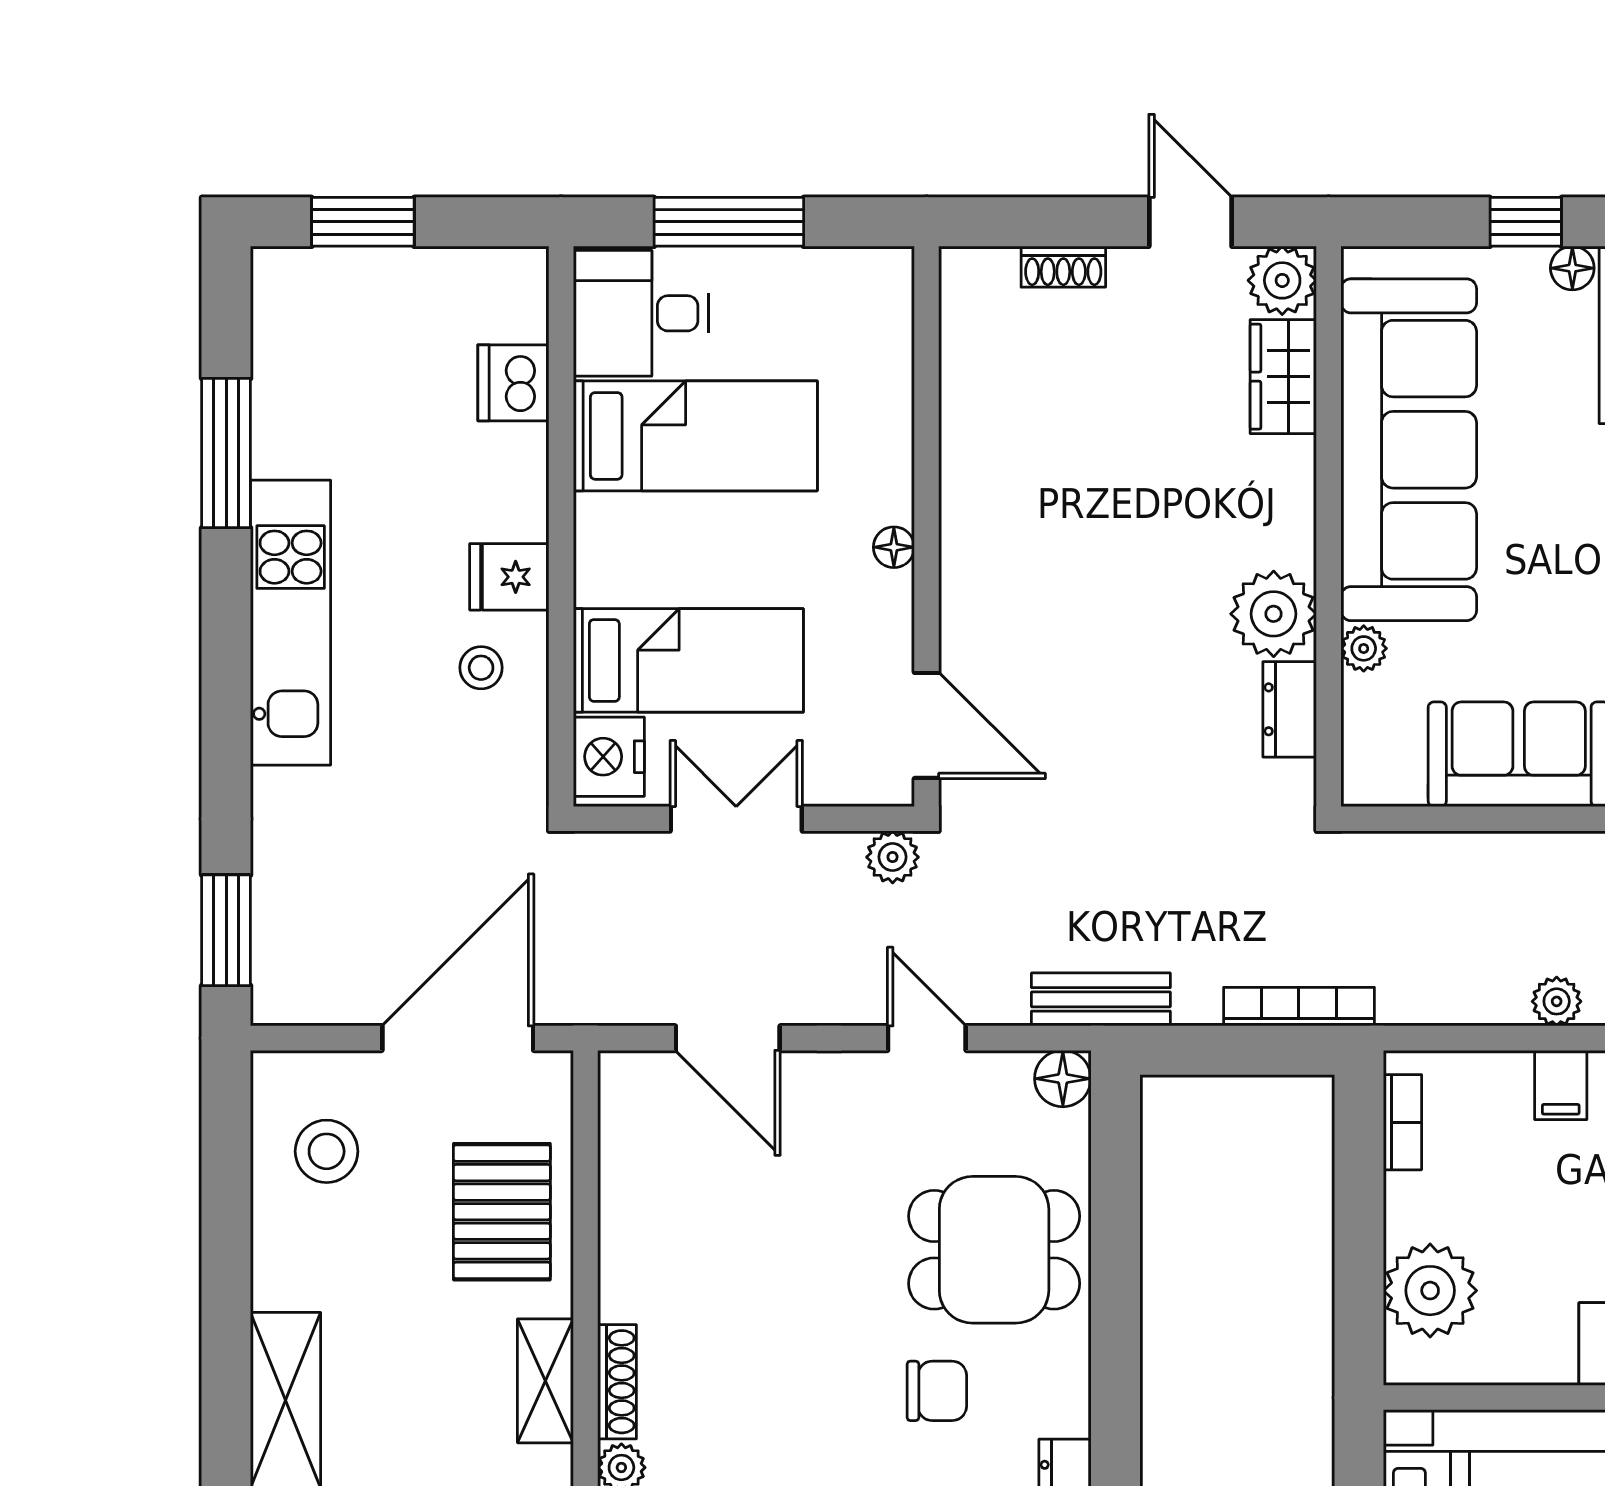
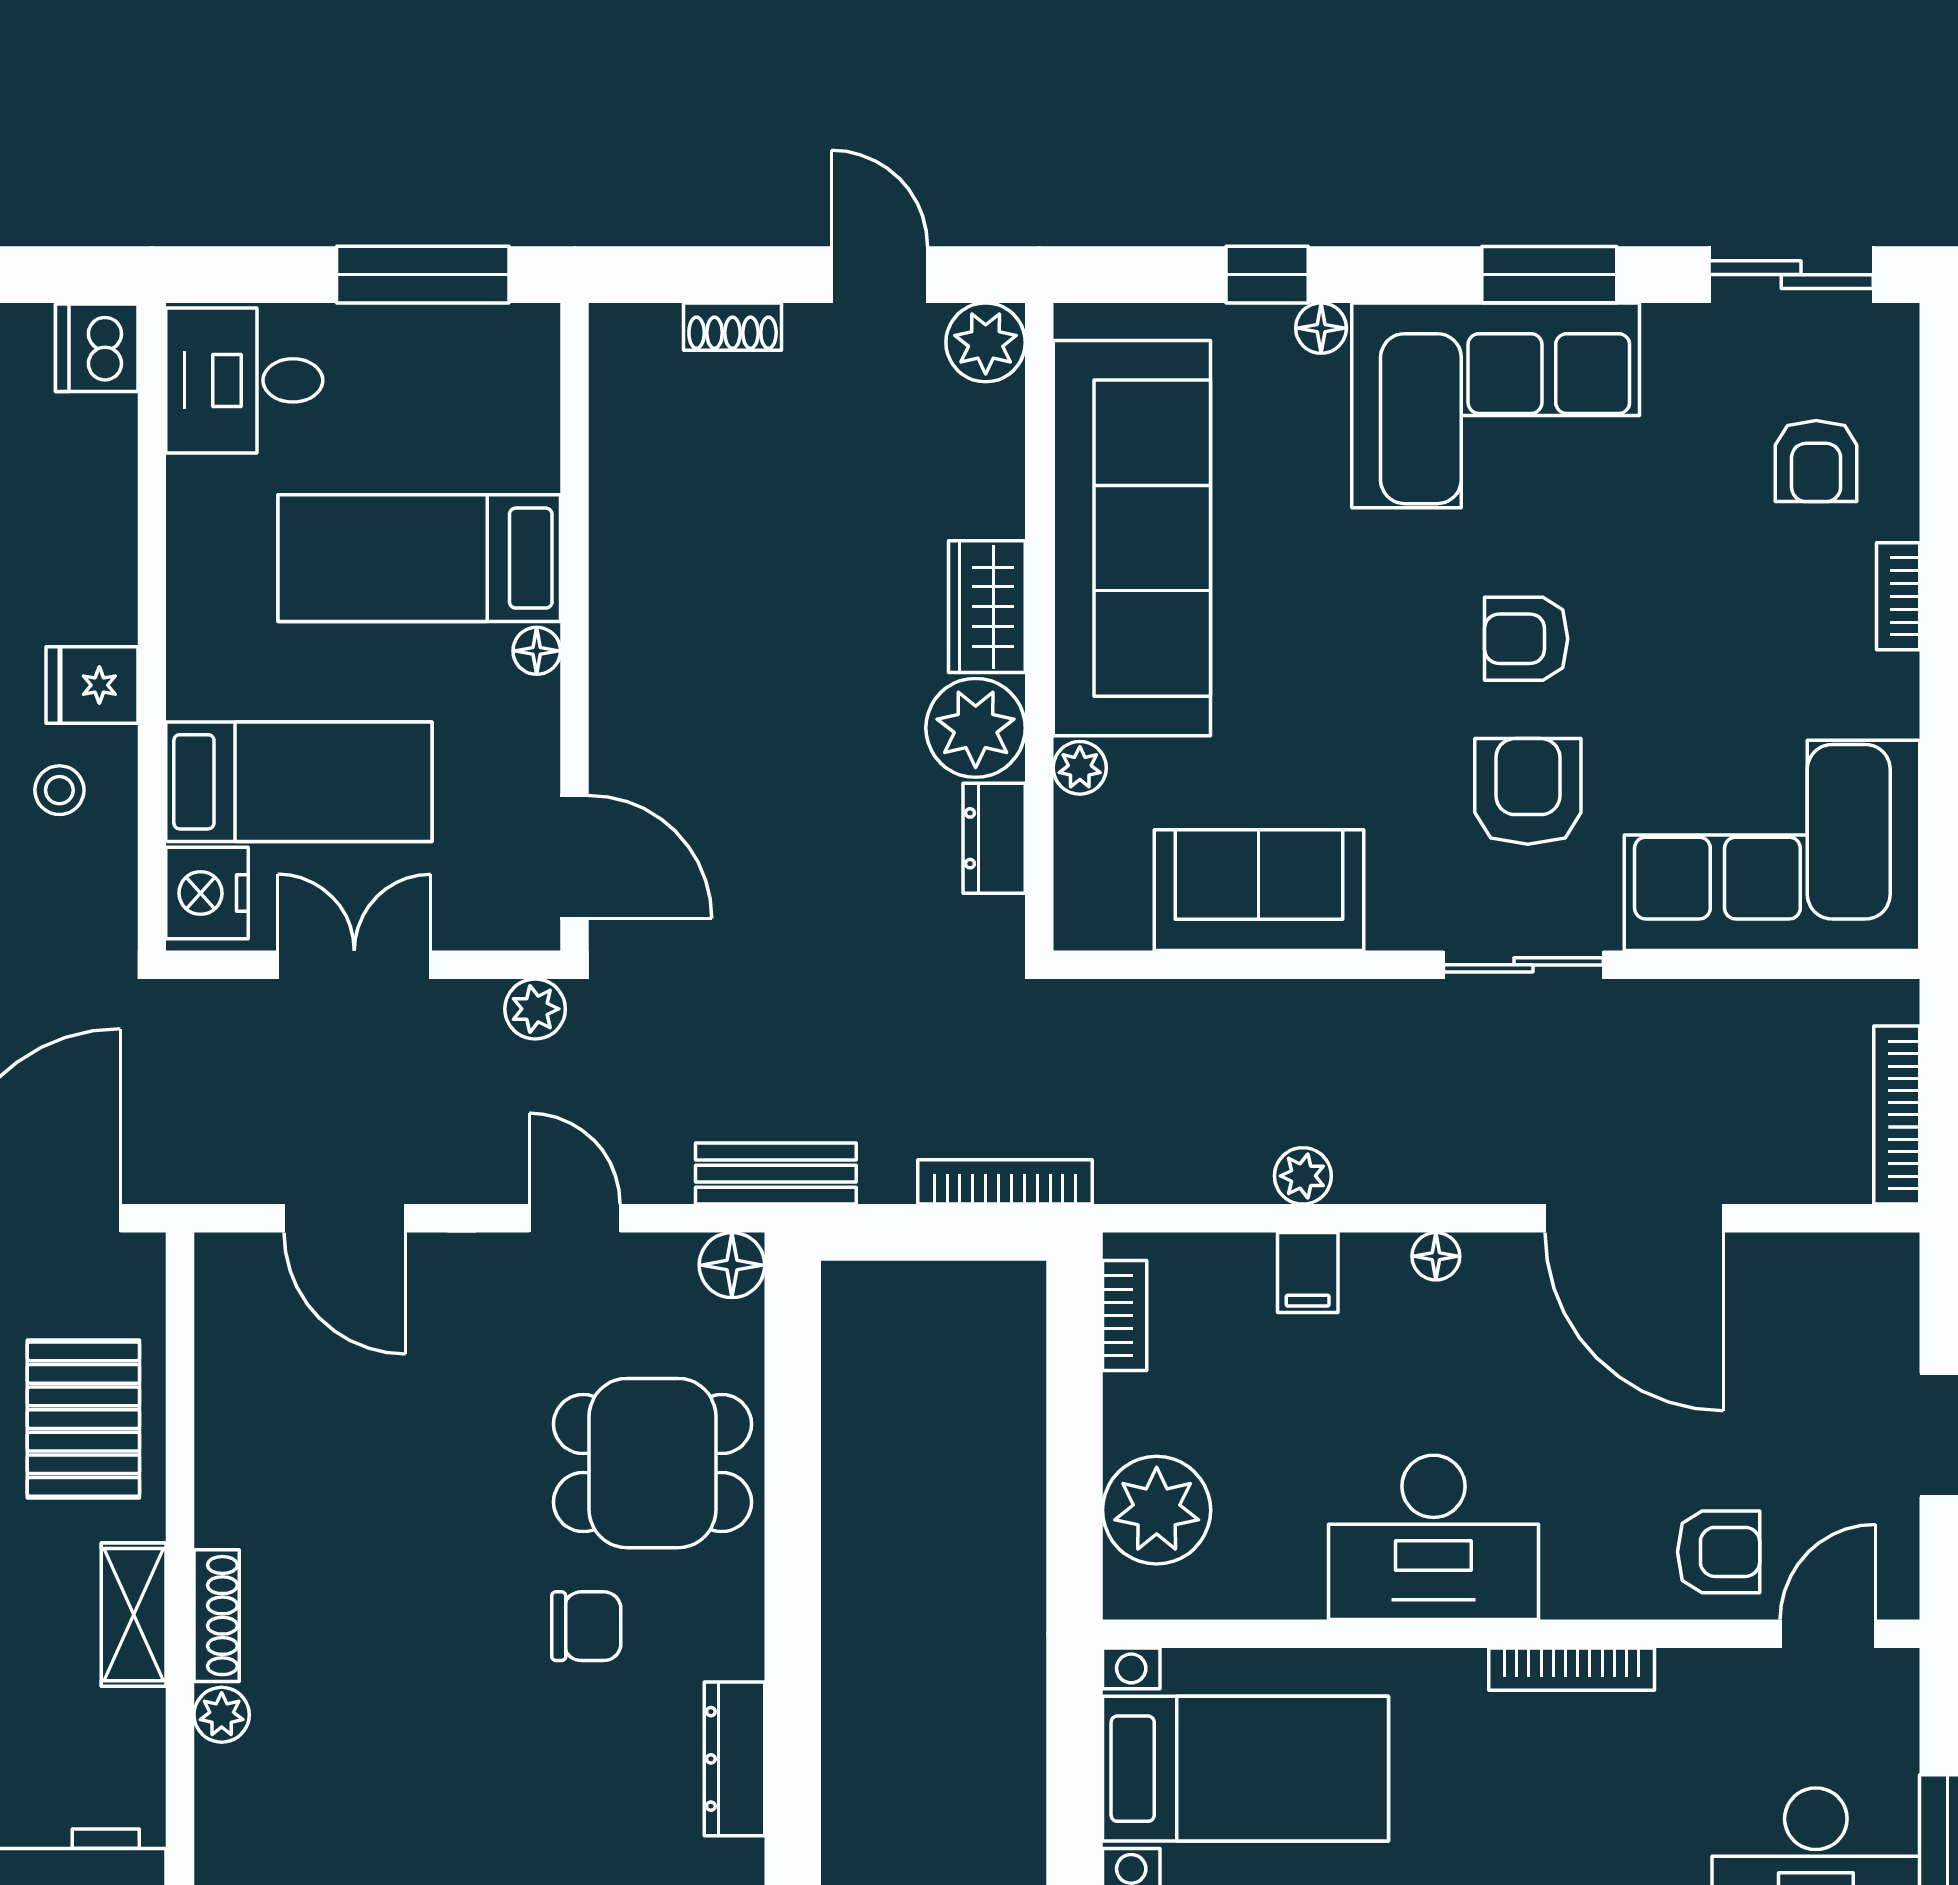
window: (729, 222) -> (423, 275), moved
wardrobe: (1283, 377) -> (987, 607), moved
dishwasher: (513, 383) -> (97, 348), moved
bed: (695, 436) -> (419, 558), moved, turned 180

